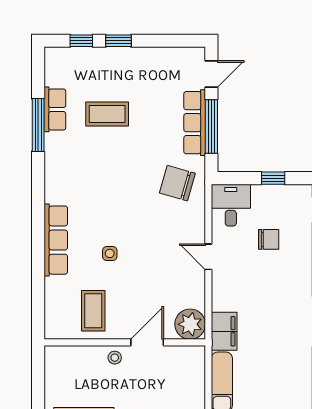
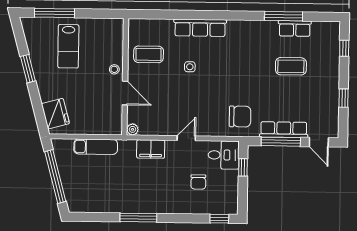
window: (118, 41) -> (344, 98), moved
coffee table: (107, 114) -> (291, 66), turned 90
window: (273, 178) -> (243, 167), moved
chair: (177, 183) -> (240, 116), turned 74
plant: (190, 324) -> (133, 129), width x0.53, depth x0.53
filing cabinet: (224, 331) -> (151, 149), moved

